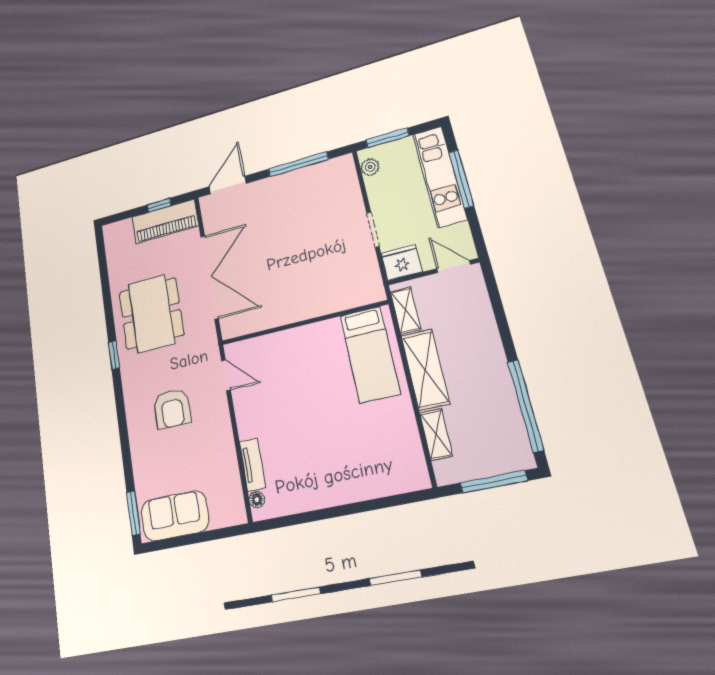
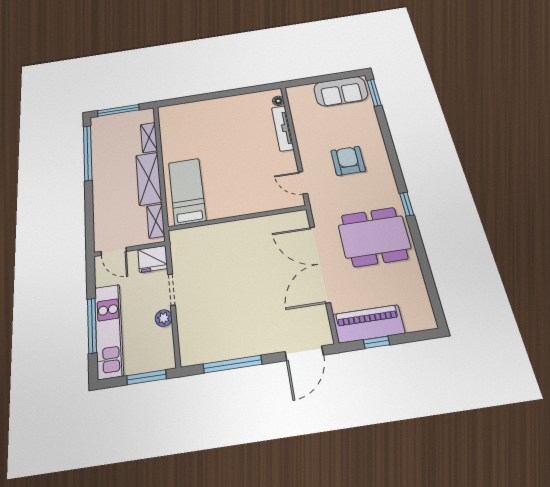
plant: (370, 167) -> (164, 318), moved
dining table: (151, 313) -> (374, 237), turned 90
tv unit: (252, 464) -> (283, 128), width x1.41

